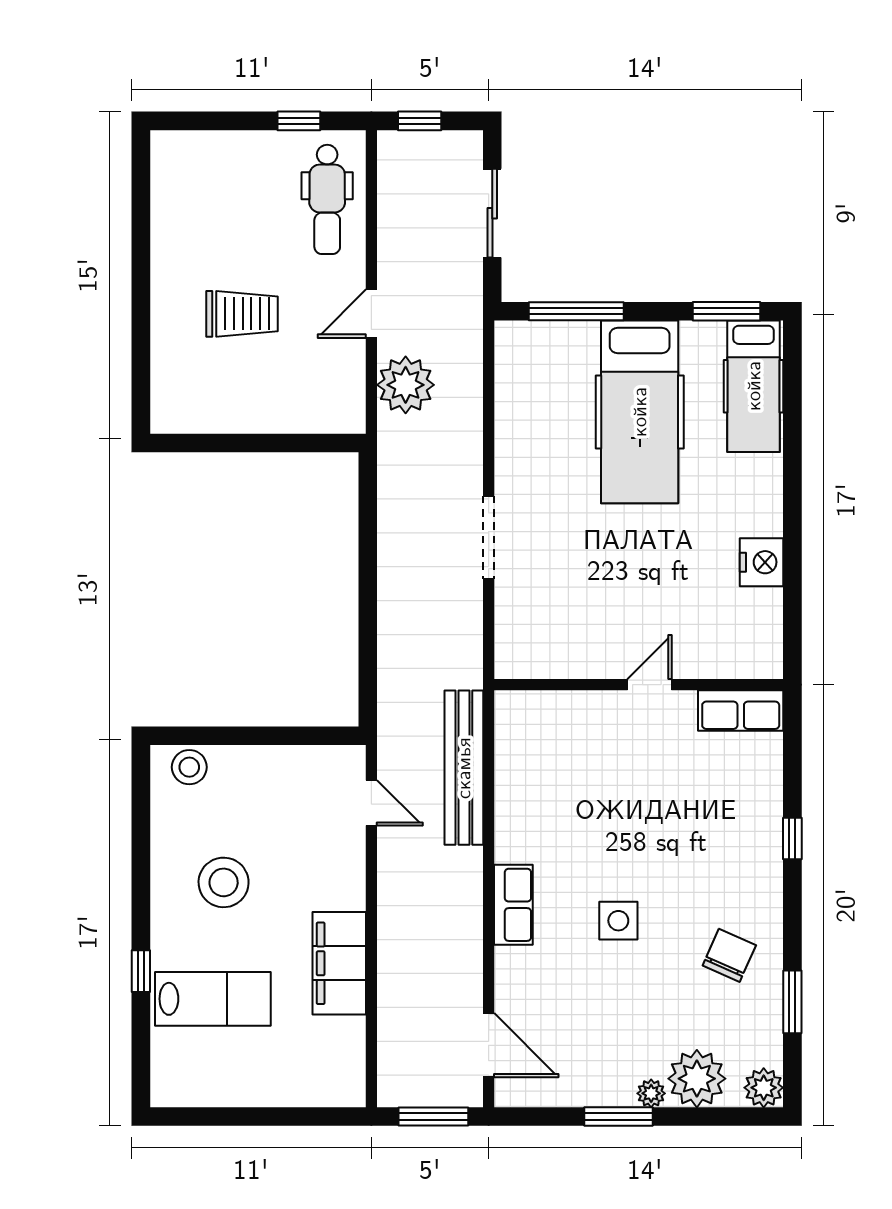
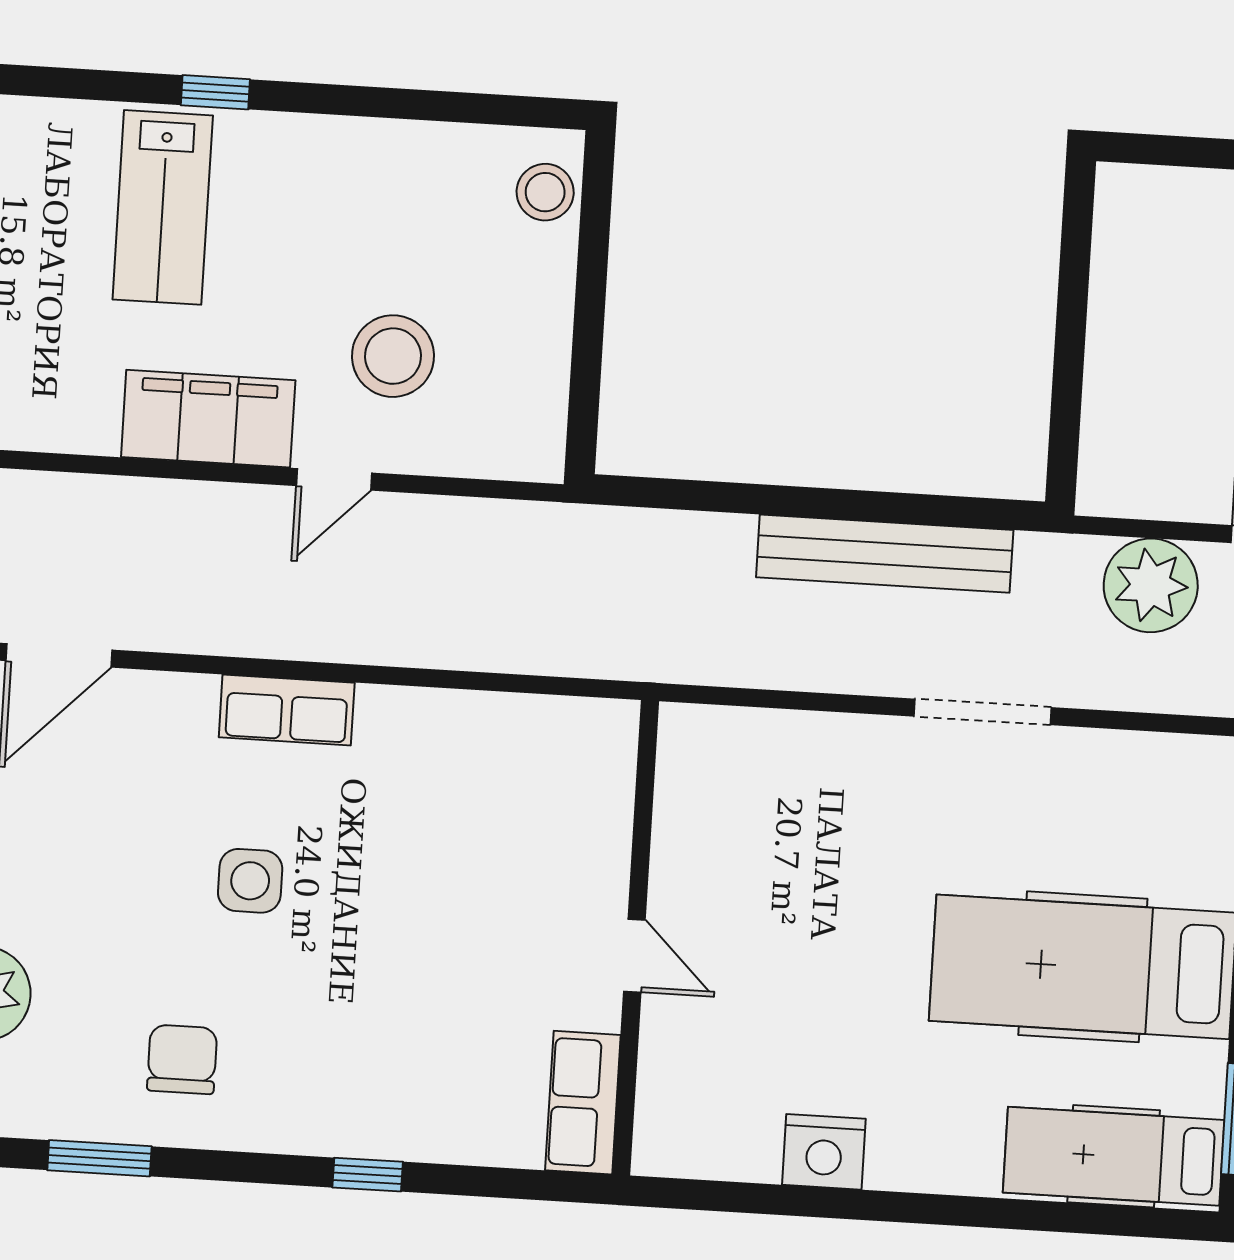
doorway: (489, 537) -> (982, 712), moved
bench: (464, 768) -> (885, 554), moved
door: (371, 803) -> (334, 479), moved
stool: (224, 882) -> (393, 356), moved
chair: (729, 955) -> (182, 1059), turned -114

